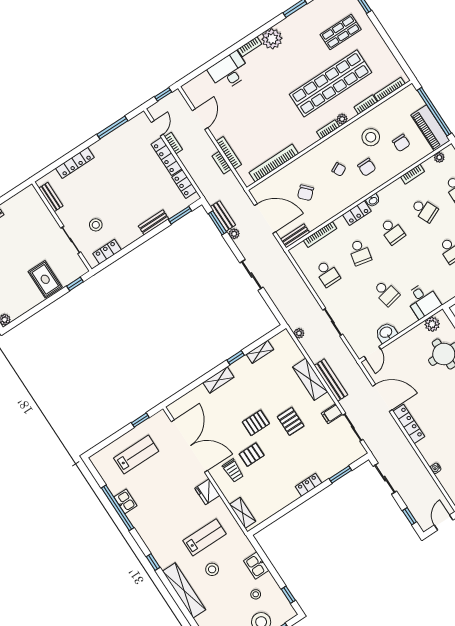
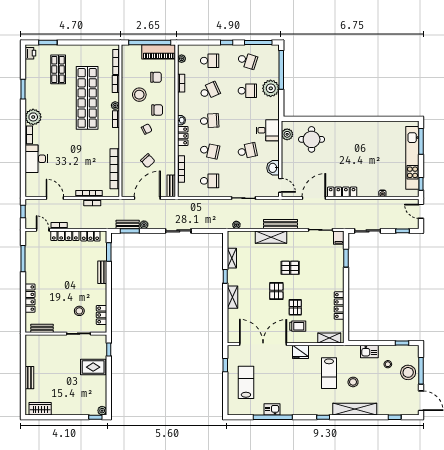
filing cabinet: (332, 414) -> (339, 238), moved
locker: (309, 485) -> (339, 306), moved, width x1.53
lab bench: (205, 537) -> (329, 373), turned 180

